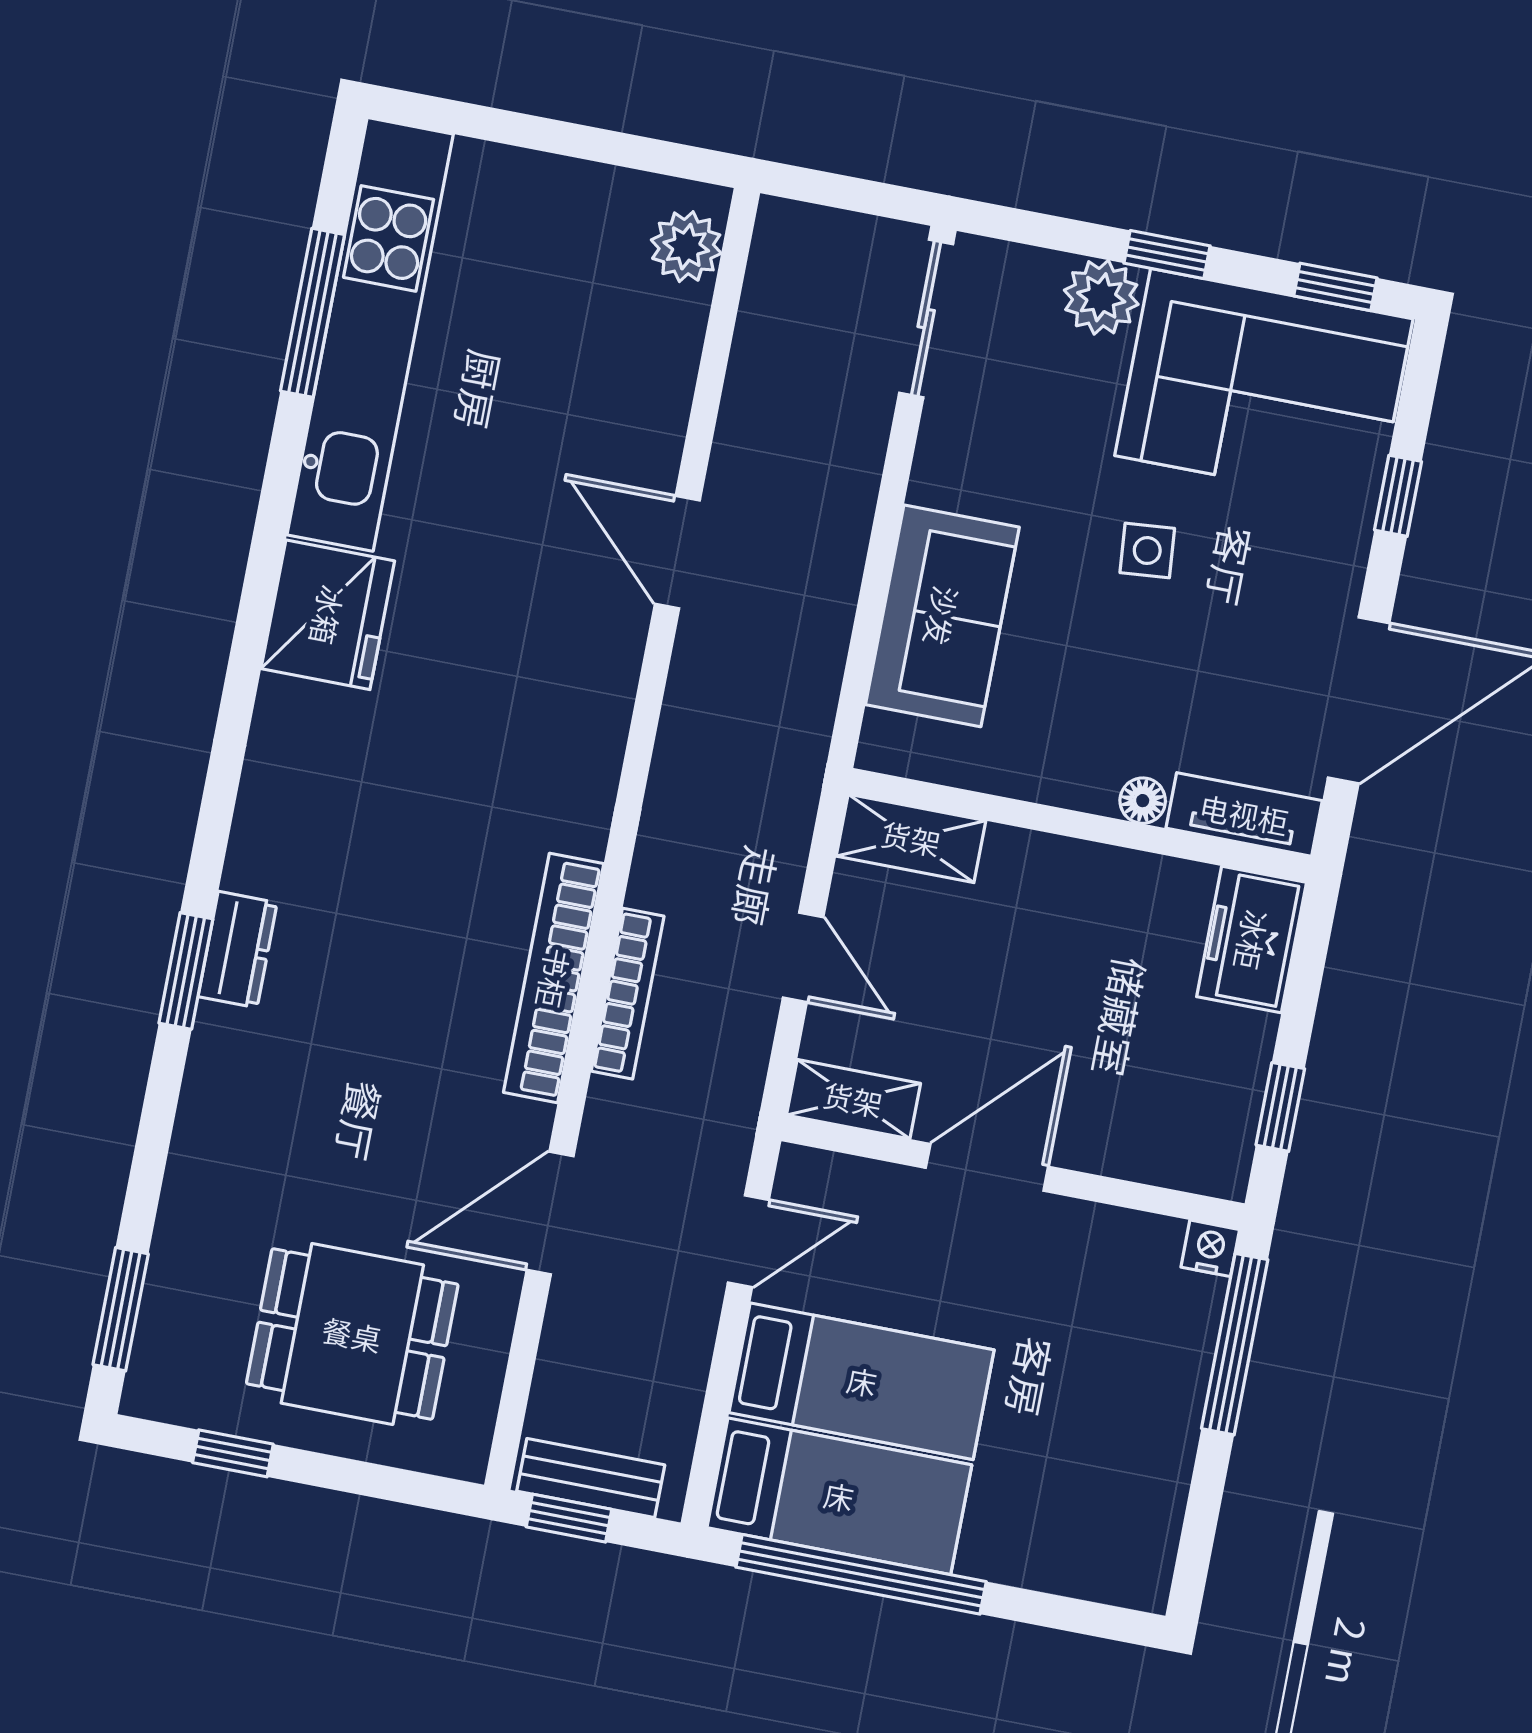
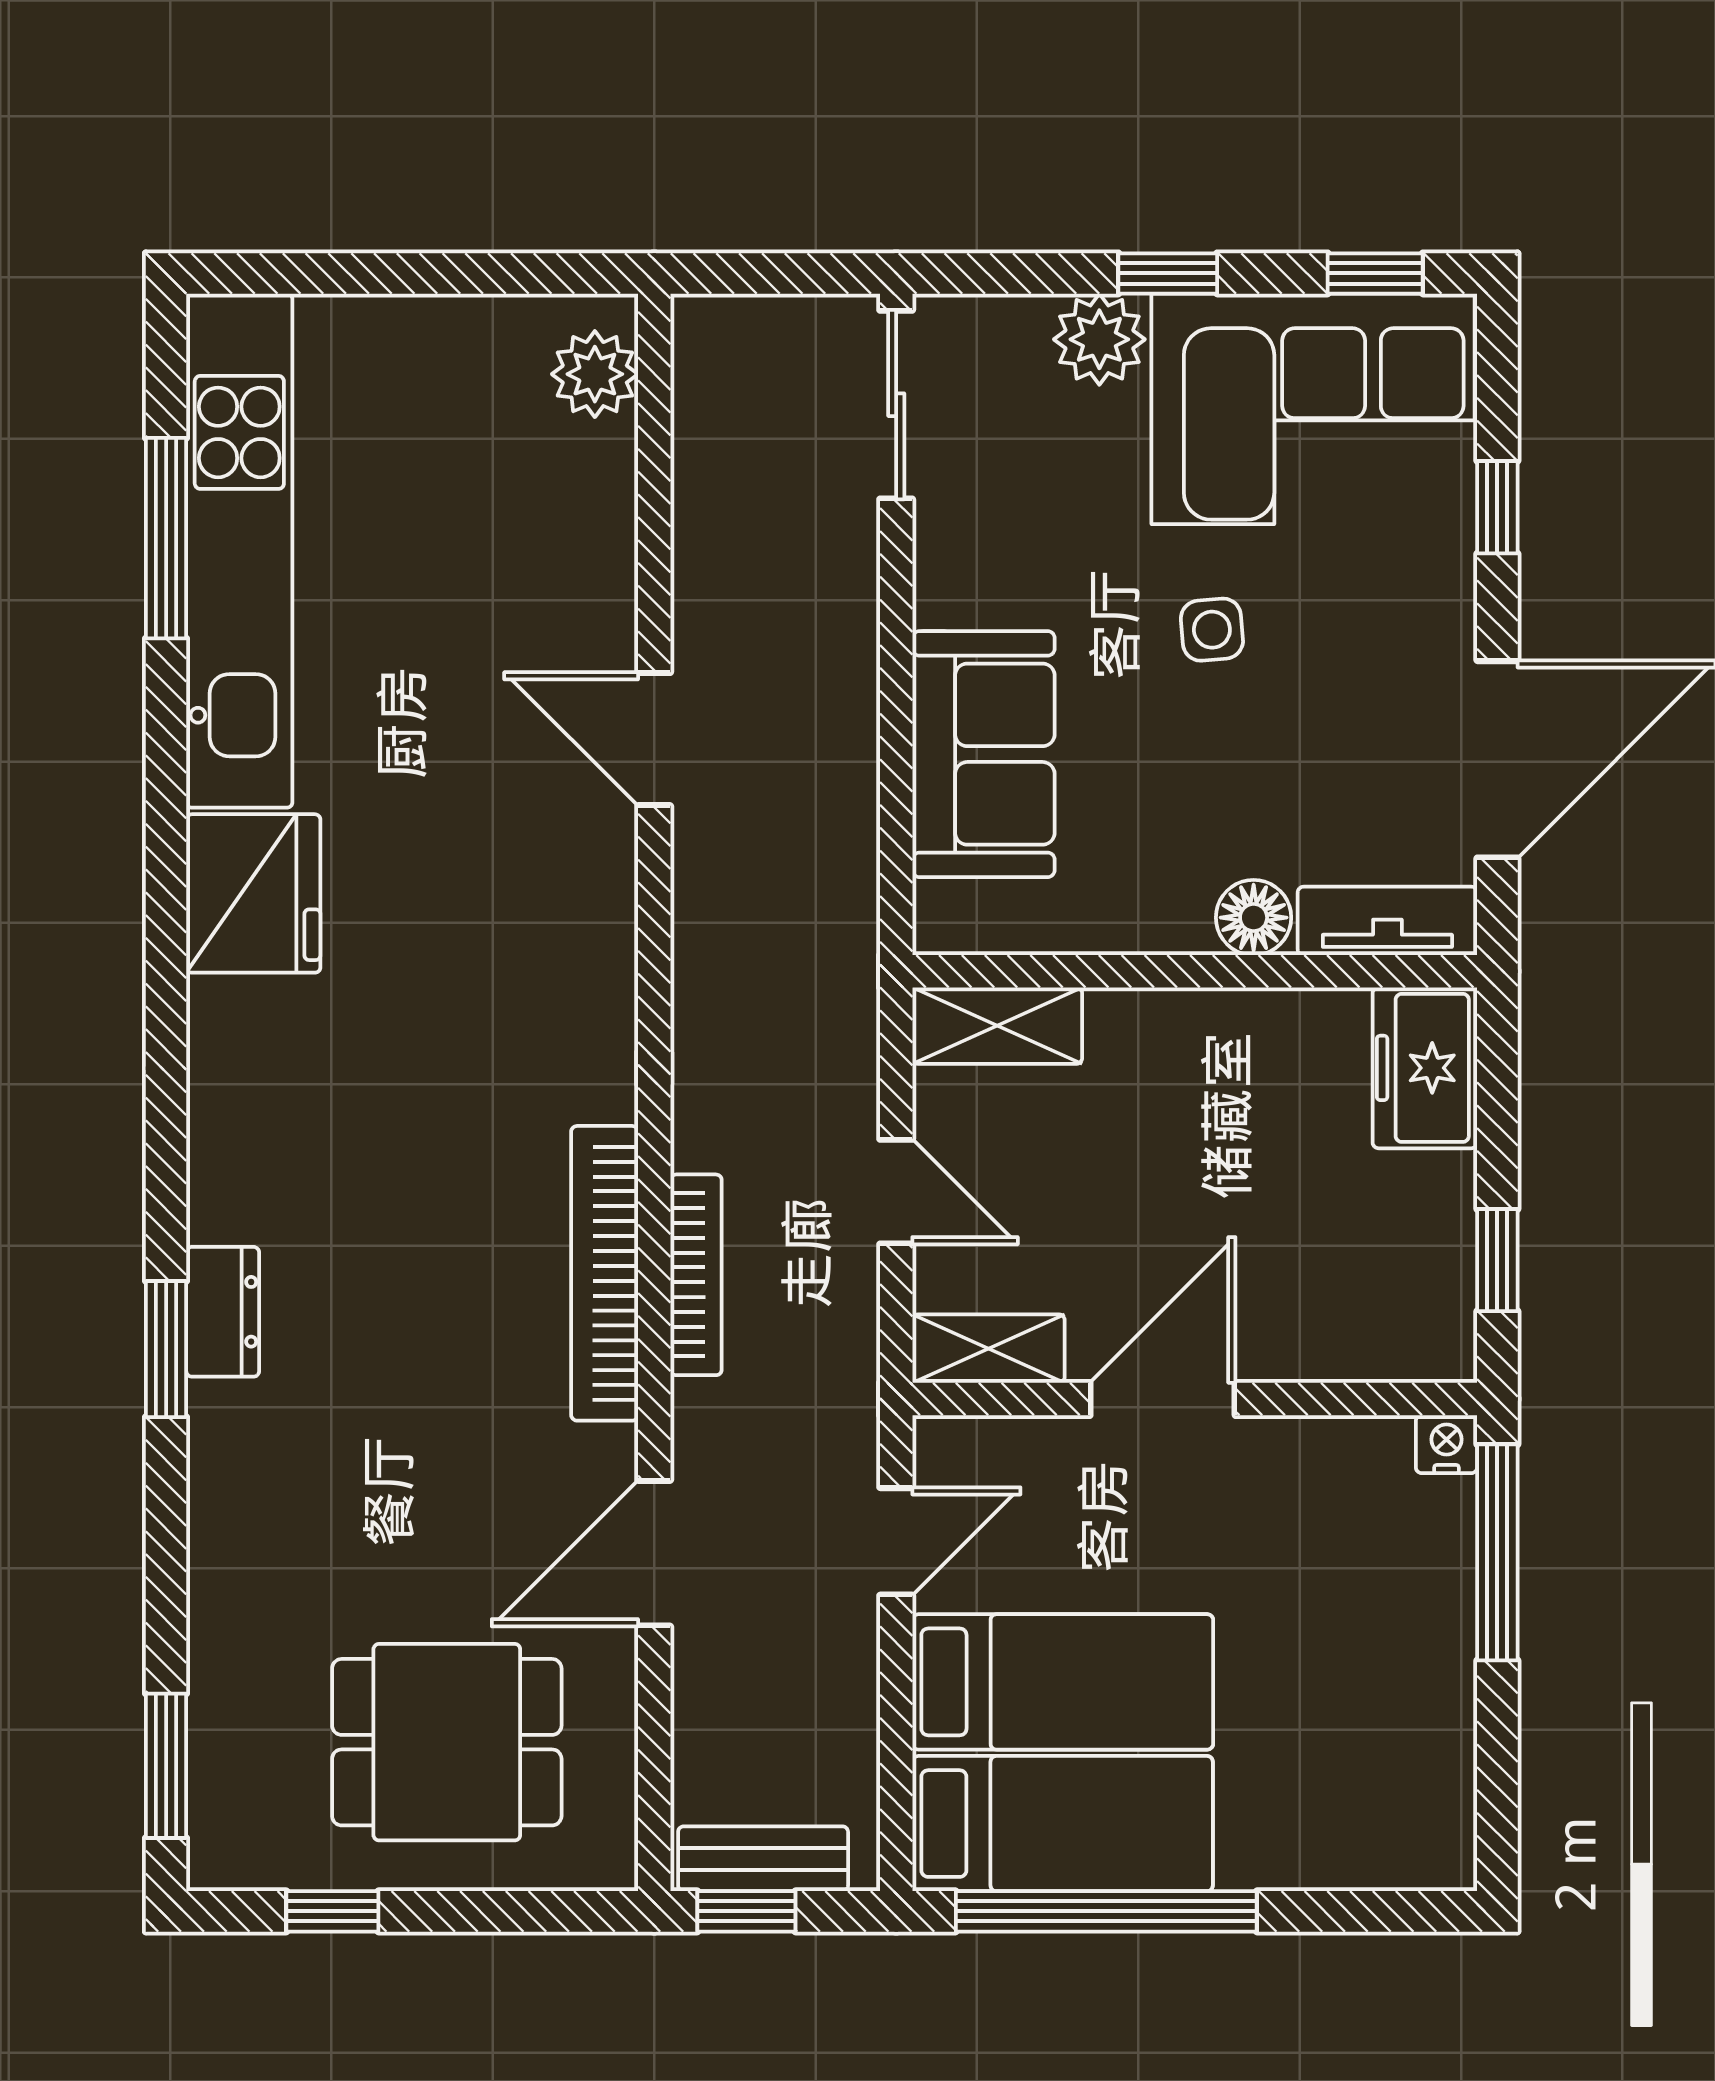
floor lamp: (1143, 801) -> (1254, 918), width x1.37, depth x1.37

